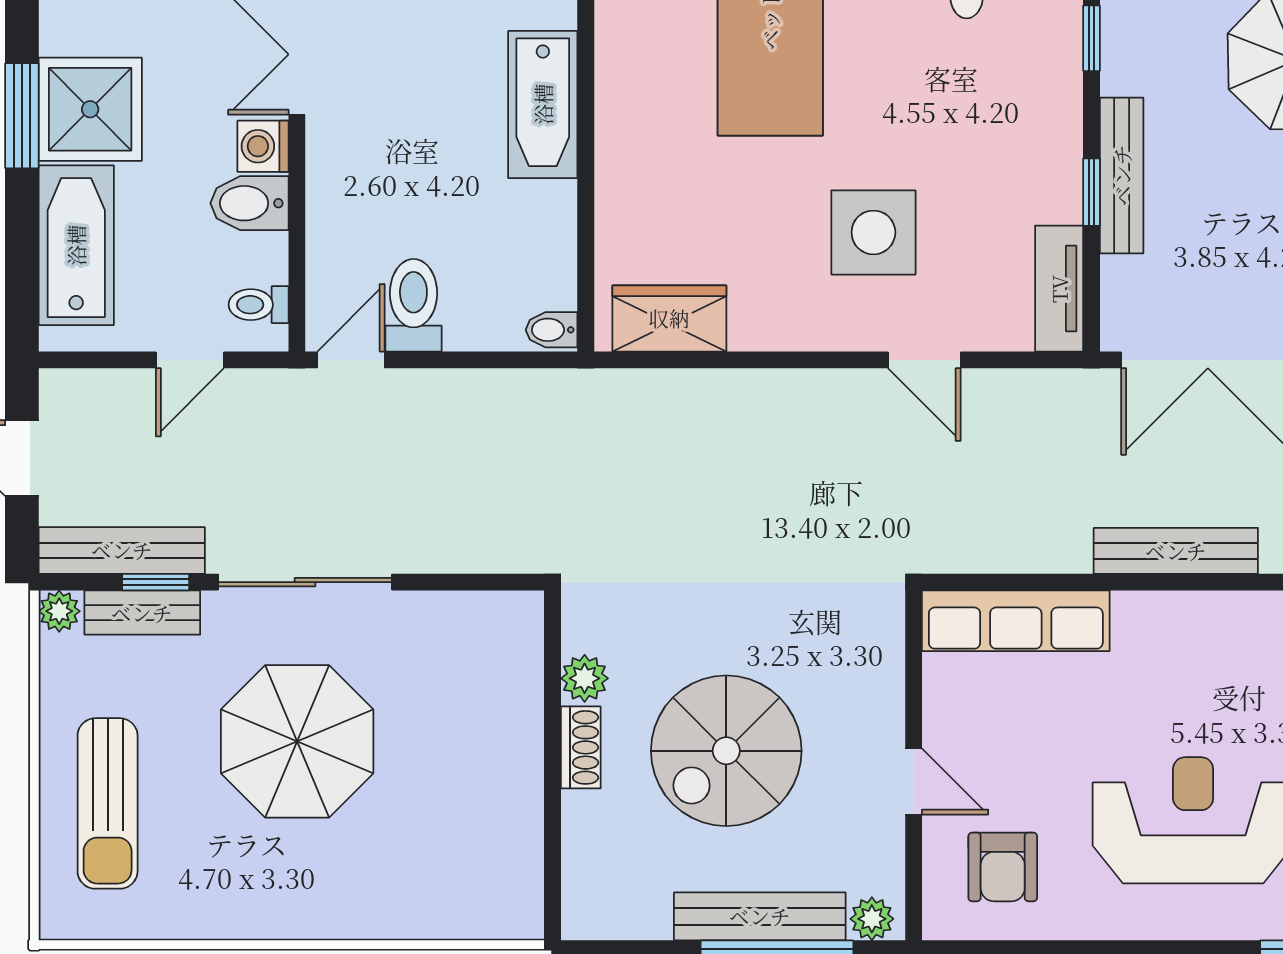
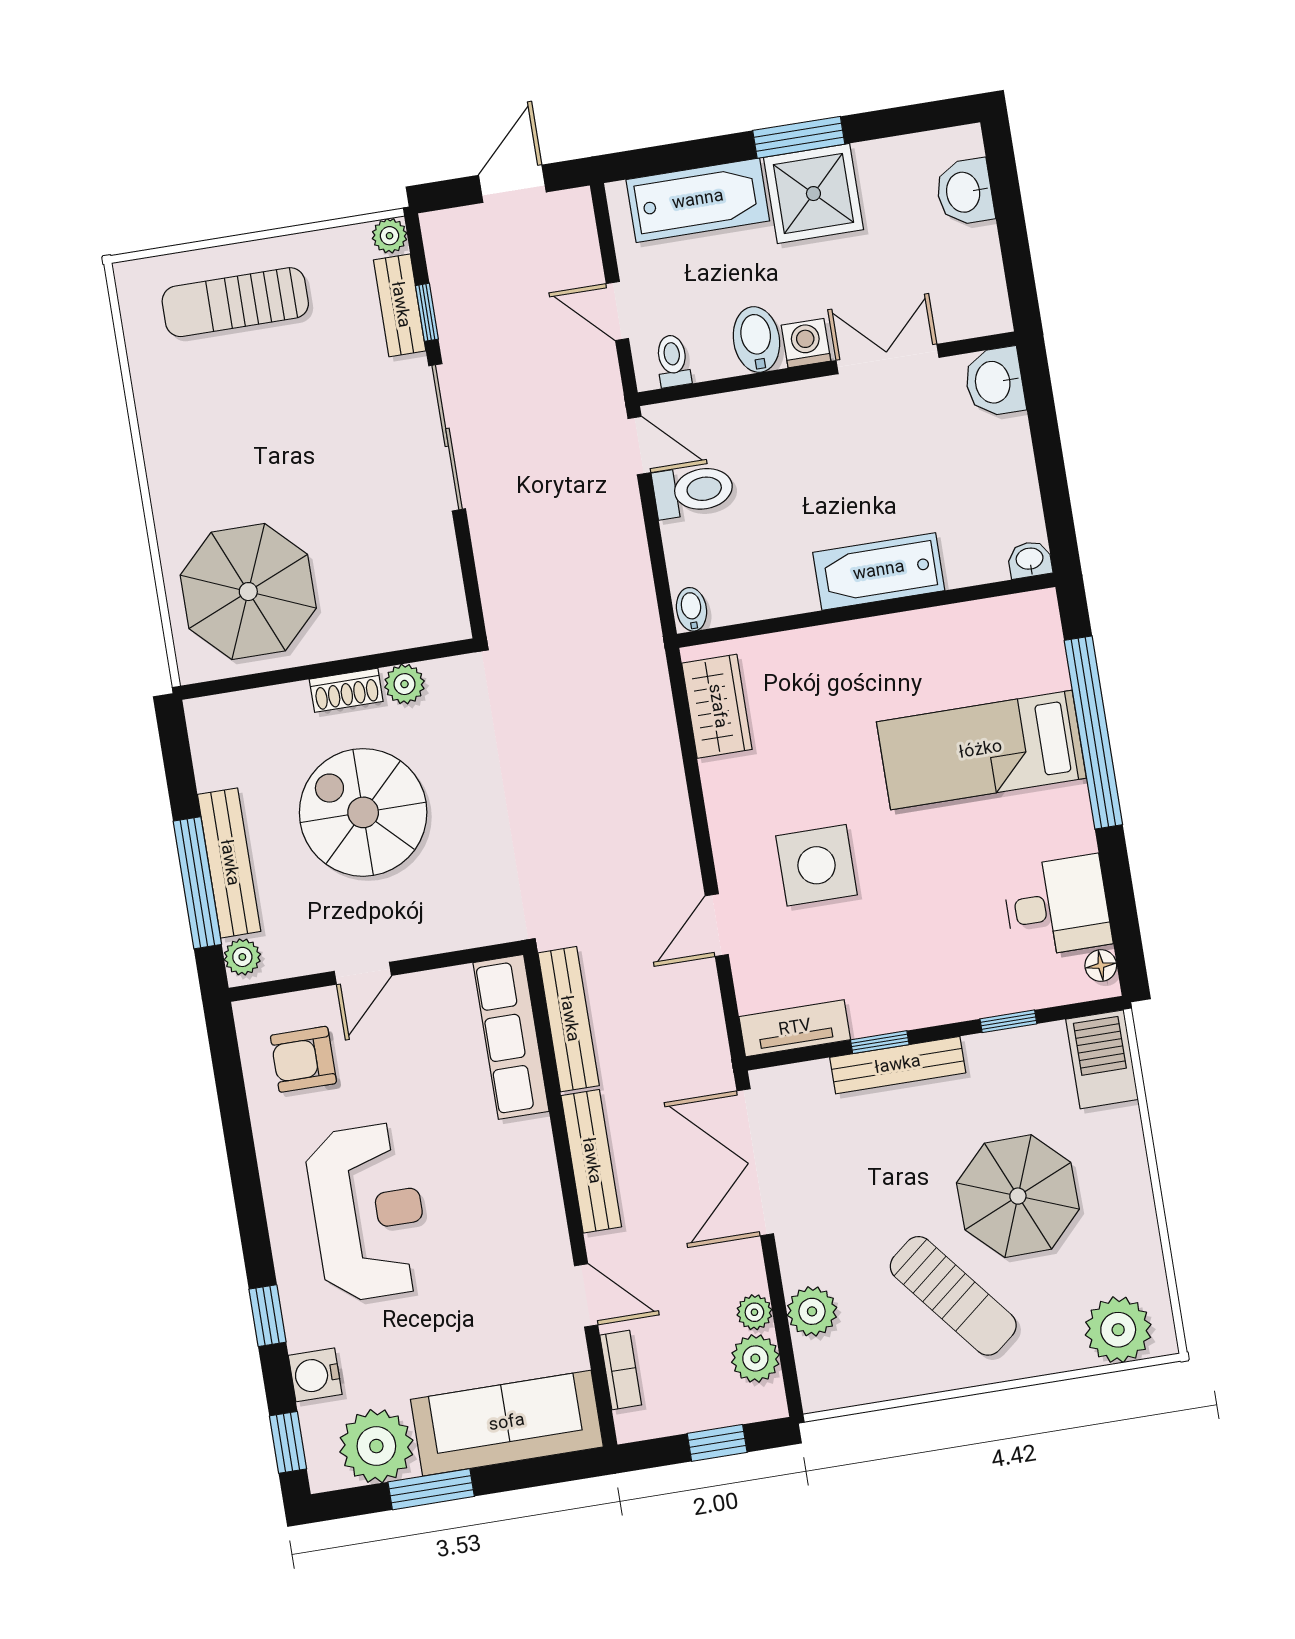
bench: (122, 550) -> (569, 1019), moved
parasol: (297, 741) -> (248, 592), moved

